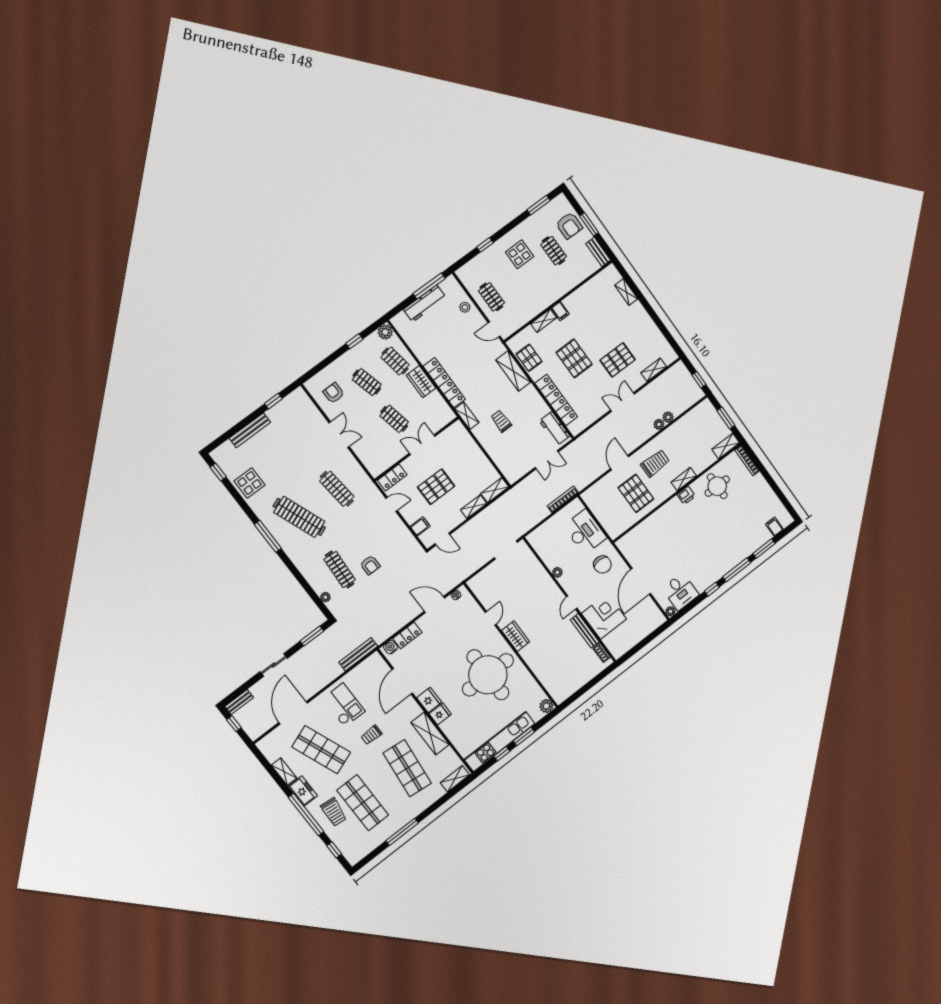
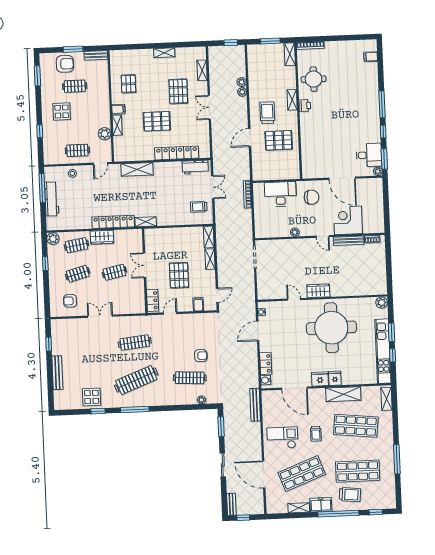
shelving: (626, 292) -> (164, 53), moved
plant: (527, 314) -> (105, 134), added
pallet: (529, 358) -> (129, 84), moved, turned 90
trolley: (501, 421) -> (199, 207), moved
door: (620, 463) -> (250, 138), hinge flipped
window: (218, 472) -> (98, 411), moved
window: (764, 548) -> (384, 159), moved

